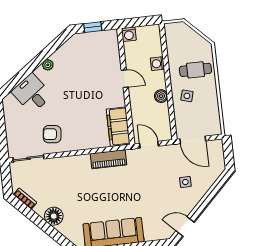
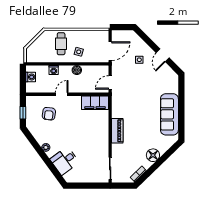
washing machine: (129, 34) -> (31, 77), moved
armchair: (52, 134) -> (49, 114), moved
piano: (108, 159) -> (117, 131), moved
door: (185, 227) -> (163, 55), moved

